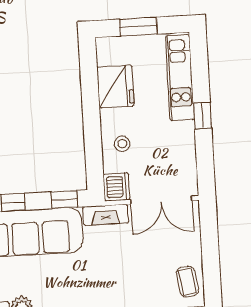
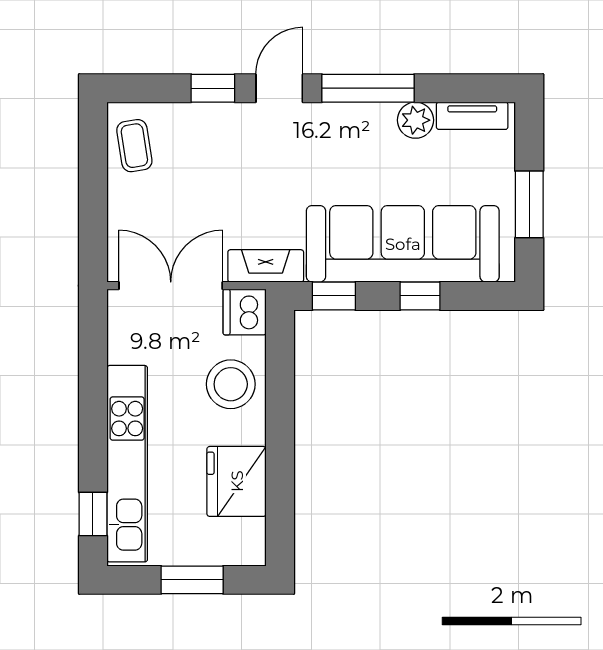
kitchen unit: (180, 78) -> (127, 464), width x1.36
window: (202, 116) -> (93, 514), moved
stool: (122, 144) -> (231, 384), width x1.89, depth x1.89

